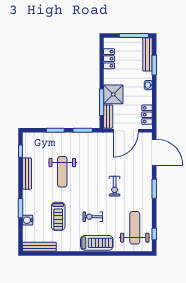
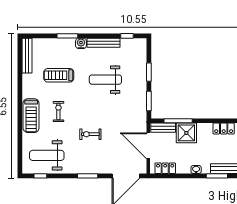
water cooler: (28, 220) -> (81, 43), moved
weight bench: (135, 228) -> (47, 155), turned 180

